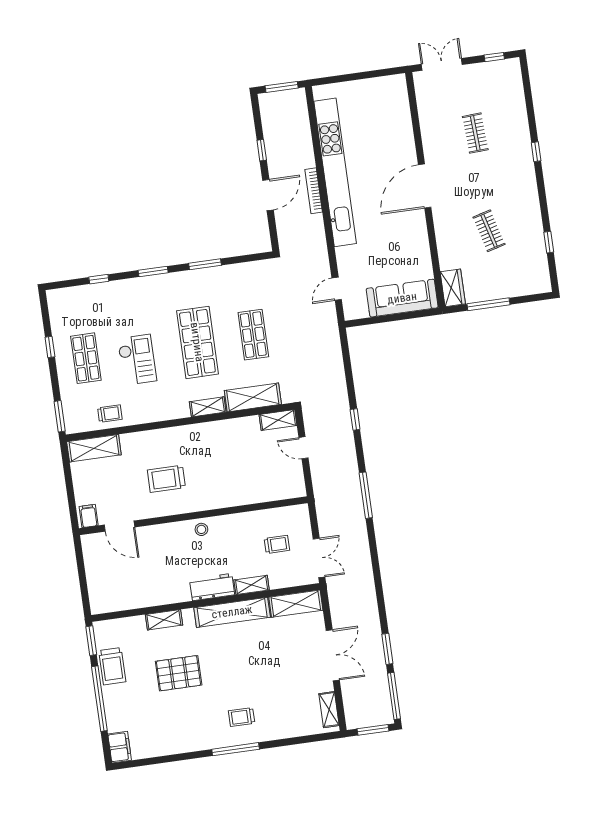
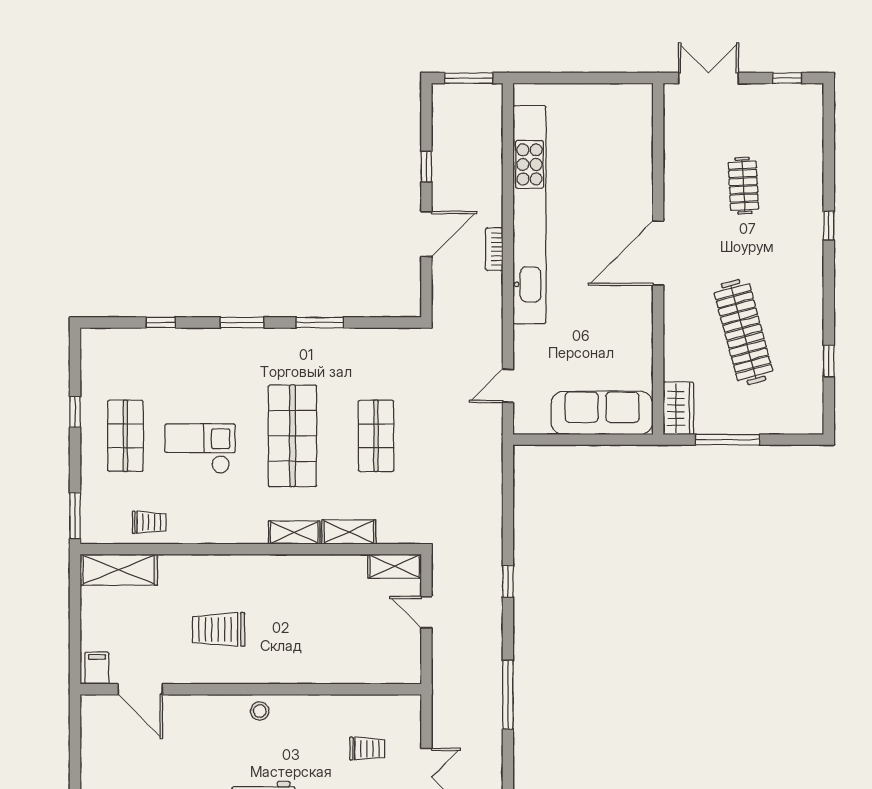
bookcase: (314, 191) -> (494, 249), width x0.64
clothes rail: (489, 231) -> (743, 332), width x1.86, depth x1.31
checkout: (137, 360) -> (200, 449), turned -90
shelving: (253, 397) -> (349, 532), width x0.67, depth x0.75

